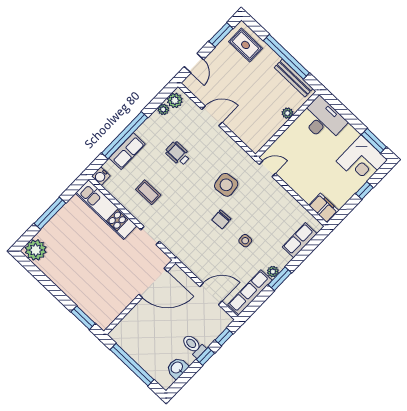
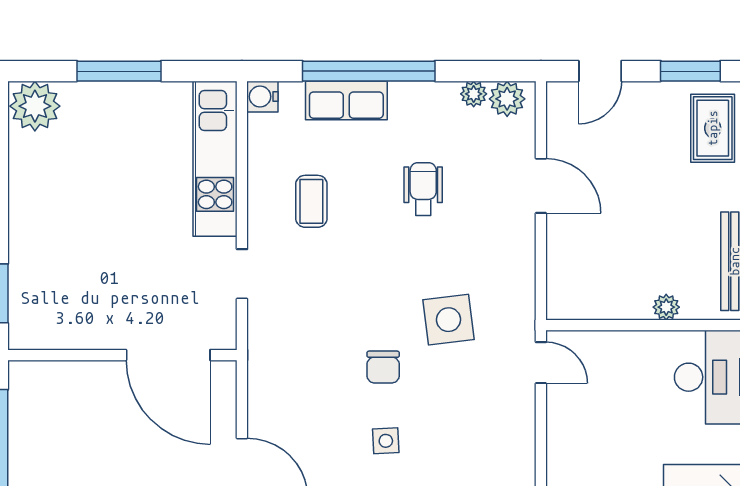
chair: (221, 219) -> (383, 367), turned -87

